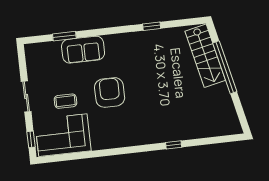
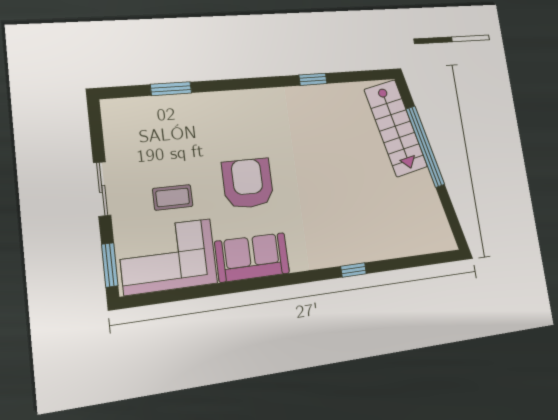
sofa: (83, 50) -> (252, 257), moved, turned 180
window: (31, 139) -> (110, 265), width x1.50

